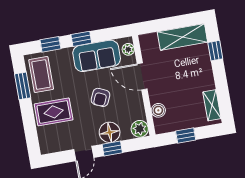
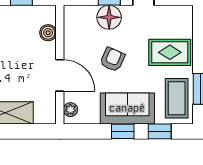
sofa: (97, 56) -> (127, 108), moved
plant: (140, 129) -> (73, 15), removed

